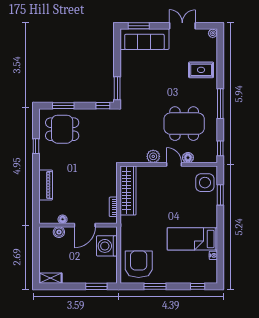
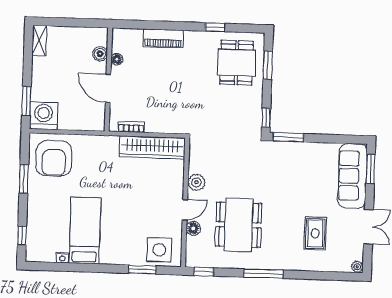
rug: (201, 70) -> (315, 233), moved
washing machine: (107, 246) -> (44, 116), moved
armchair: (139, 264) -> (54, 158), turned 90

